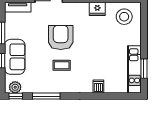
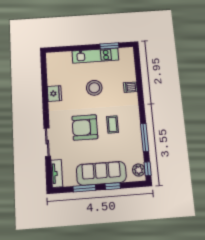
stool: (124, 17) -> (94, 88), moved
sofa: (15, 57) -> (101, 173), width x1.36
kitchen unit: (134, 69) -> (95, 56), moved

